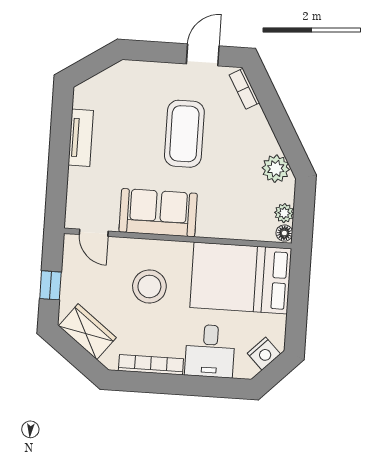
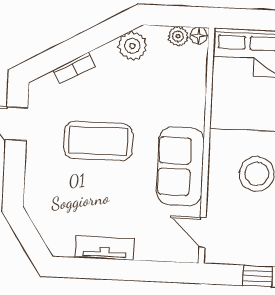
bookcase: (244, 89) -> (74, 68), moved
door: (94, 233) -> (203, 232), swing flipped

